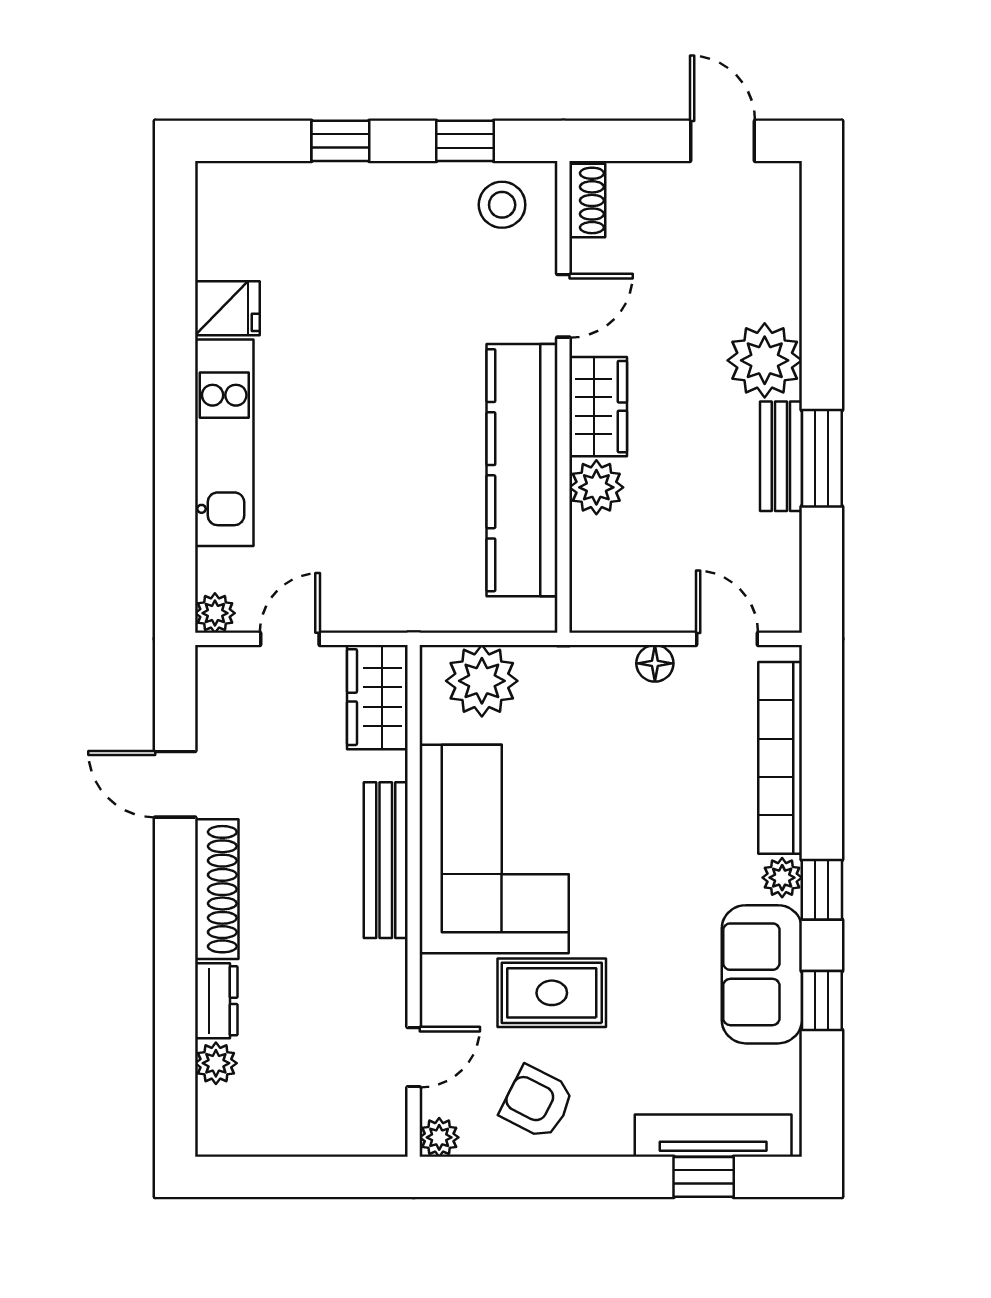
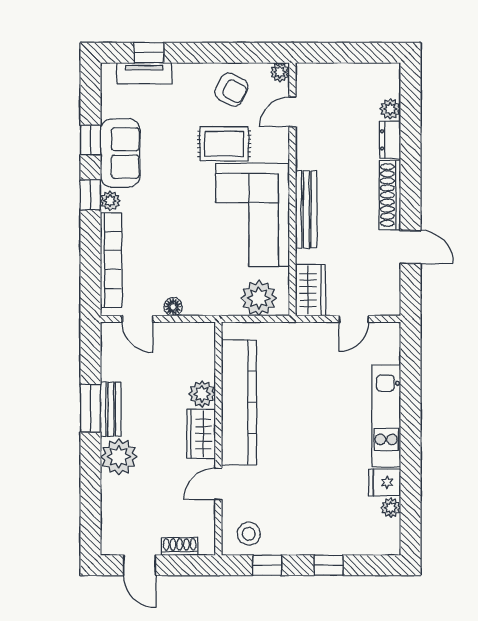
shoe rack: (587, 200) -> (180, 547), moved, turned 90
plant: (215, 613) -> (391, 508), moved
tv unit: (713, 1136) -> (144, 73), width x0.71

